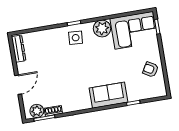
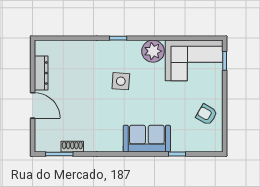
side table: (76, 38) -> (121, 81), moved
dresser: (19, 49) -> (41, 73), moved
door: (18, 85) -> (33, 105), hinge flipped
plant: (37, 111) -> (51, 143), removed

